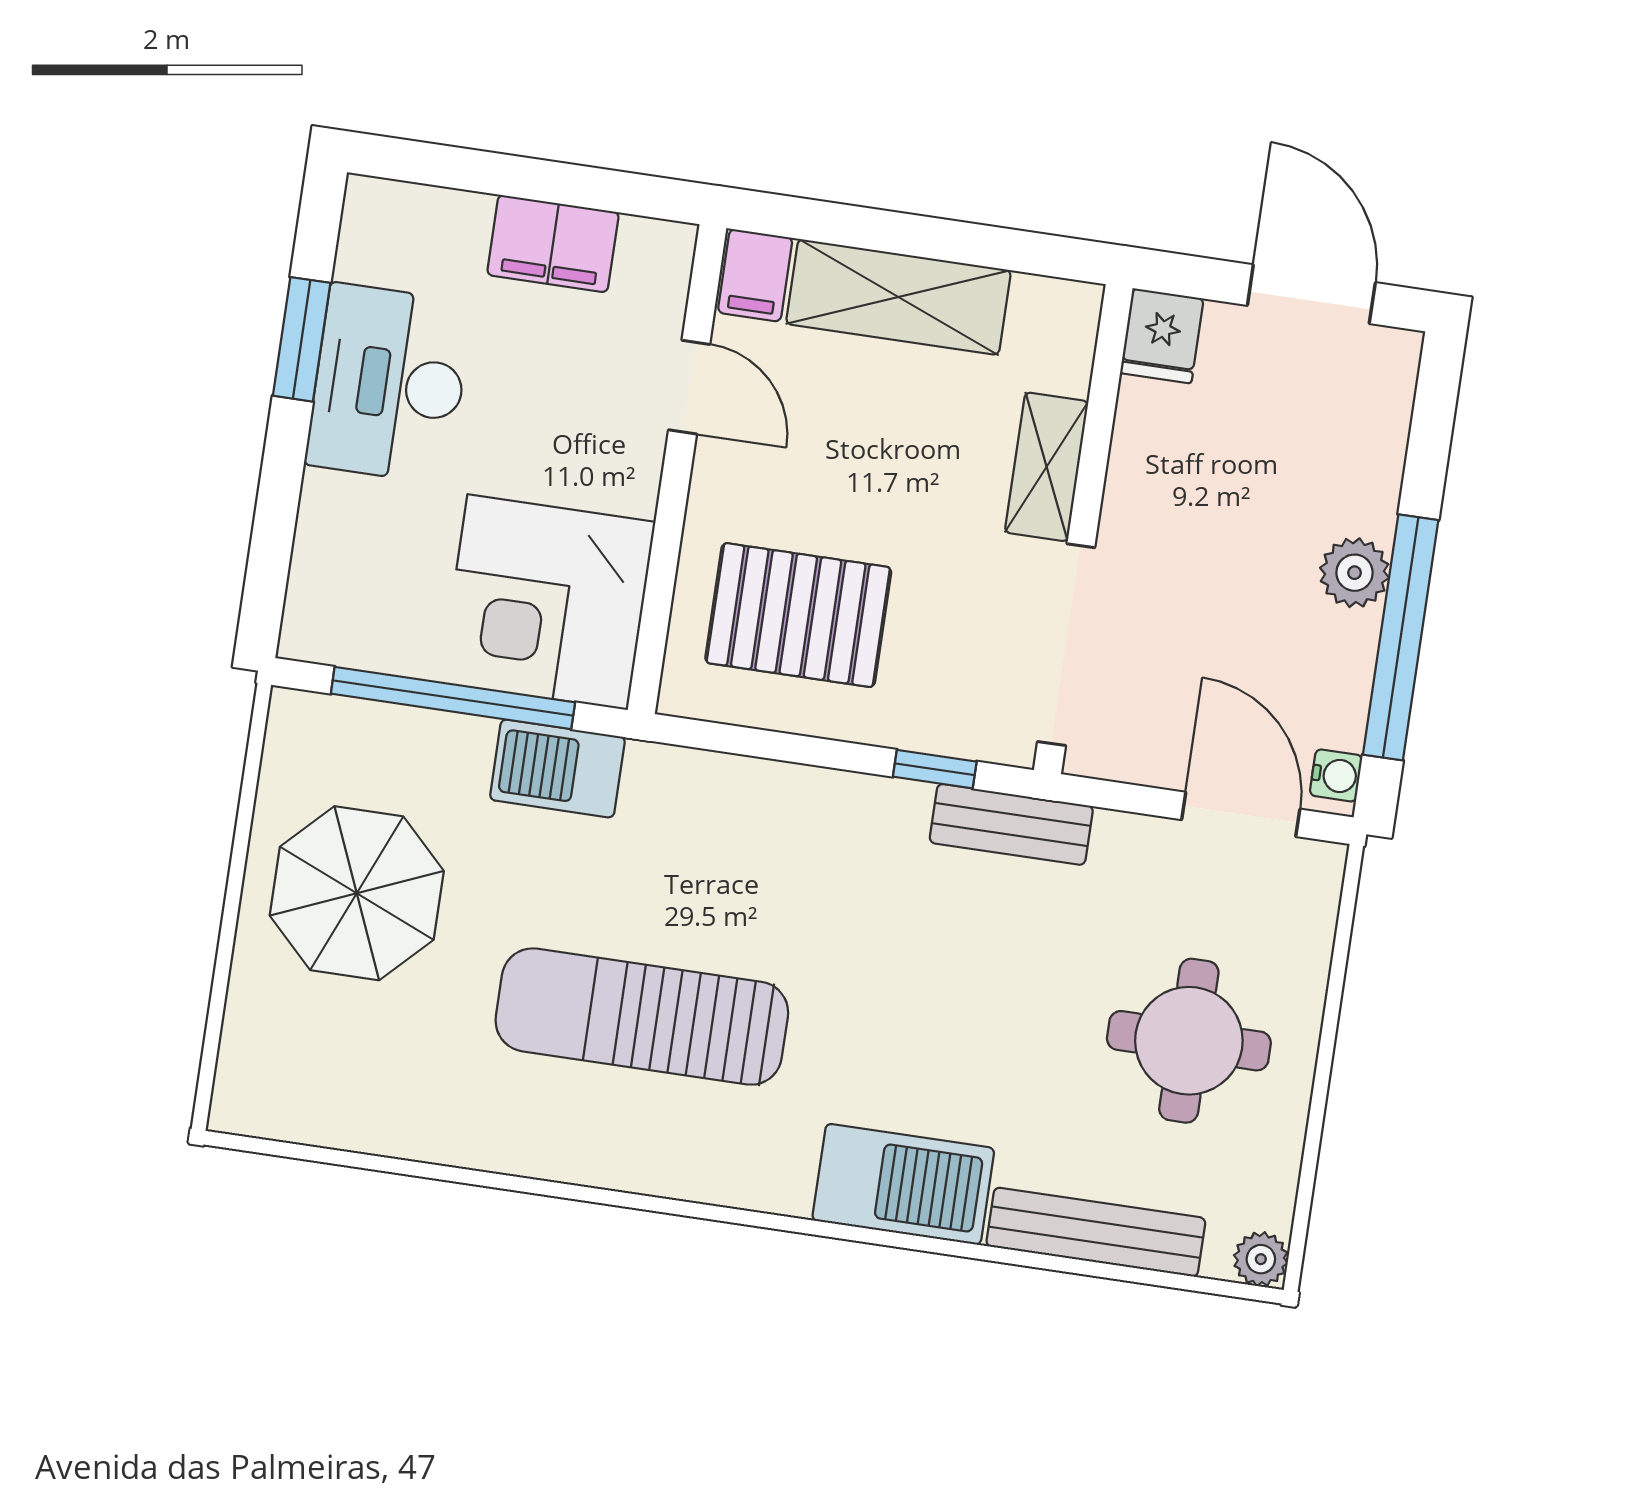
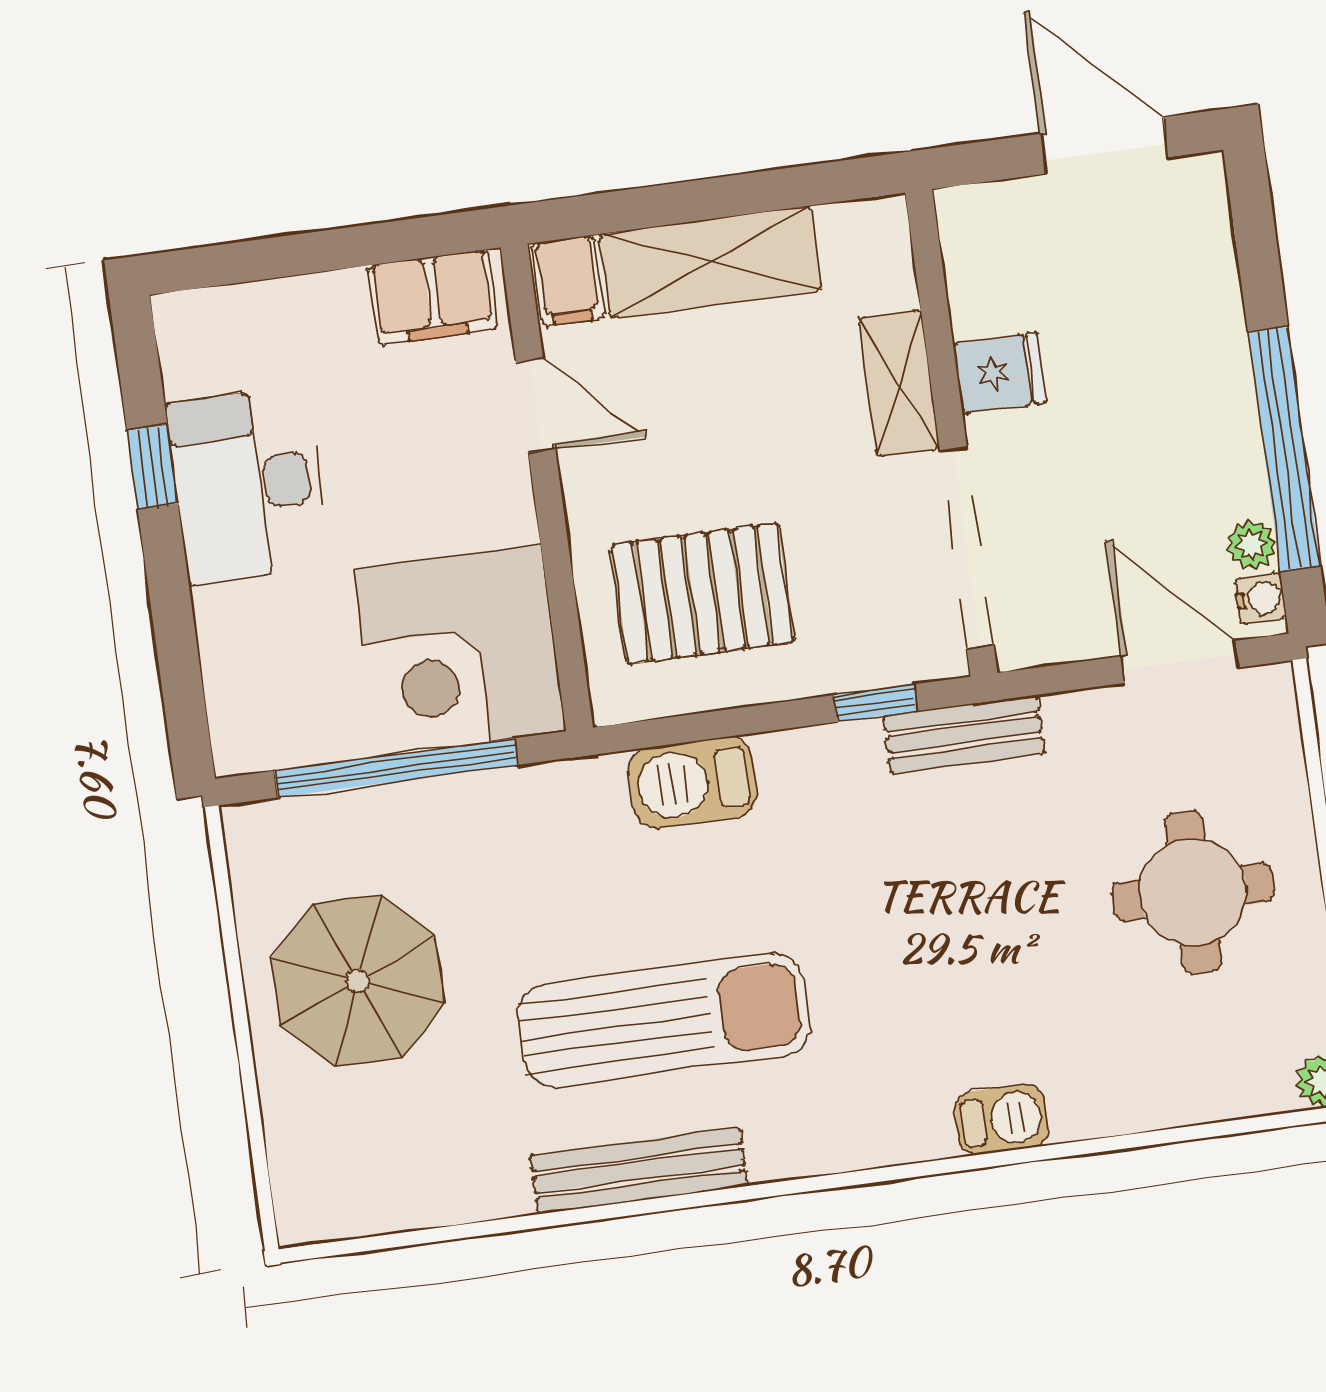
filing cabinet: (553, 244) -> (433, 297), moved
fridge: (1162, 336) -> (1000, 373), moved, turned -90
window: (302, 339) -> (152, 467), width x0.67
plant: (1355, 573) -> (1251, 545), moved, width x0.73, depth x0.73
barbecue: (557, 768) -> (693, 782), moved
sun lounger: (642, 1017) -> (664, 1020), turned 180
barbecue: (903, 1184) -> (1002, 1120), width x0.53, depth x0.65
bench: (1096, 1232) -> (639, 1171), moved

